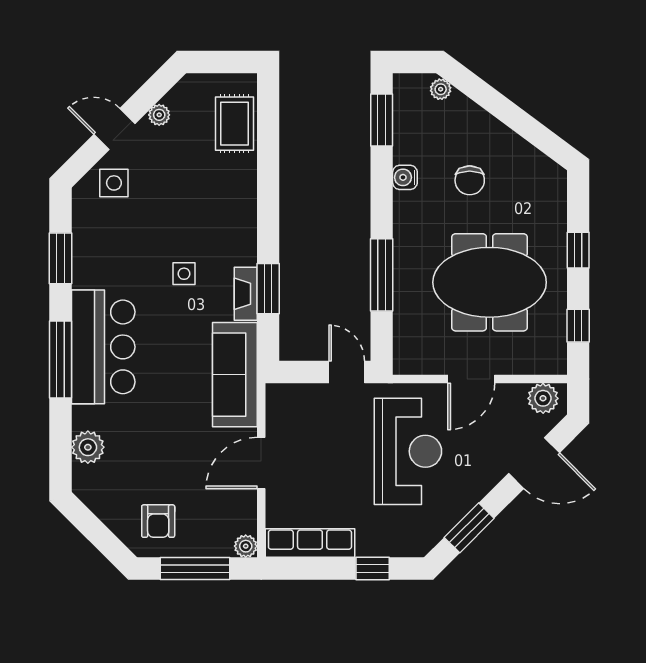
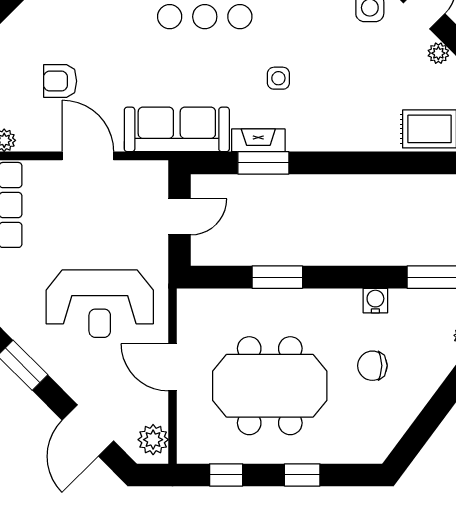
window: (382, 275) -> (277, 277), width x0.69
meeting table: (490, 282) -> (270, 386), turned 90
door: (347, 372) -> (179, 217), moved
armchair: (158, 521) -> (60, 81), moved

